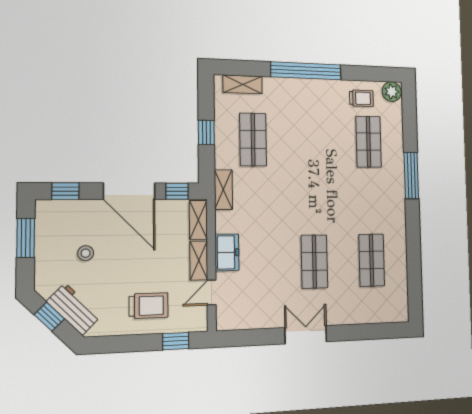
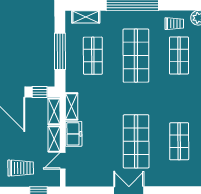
window: (206, 132) -> (60, 51), width x2.17
shop shelf: (312, 141) -> (136, 56), added
shelving: (223, 190) -> (72, 106), moved
shop shelf: (314, 262) -> (136, 141), width x1.43, depth x1.36

